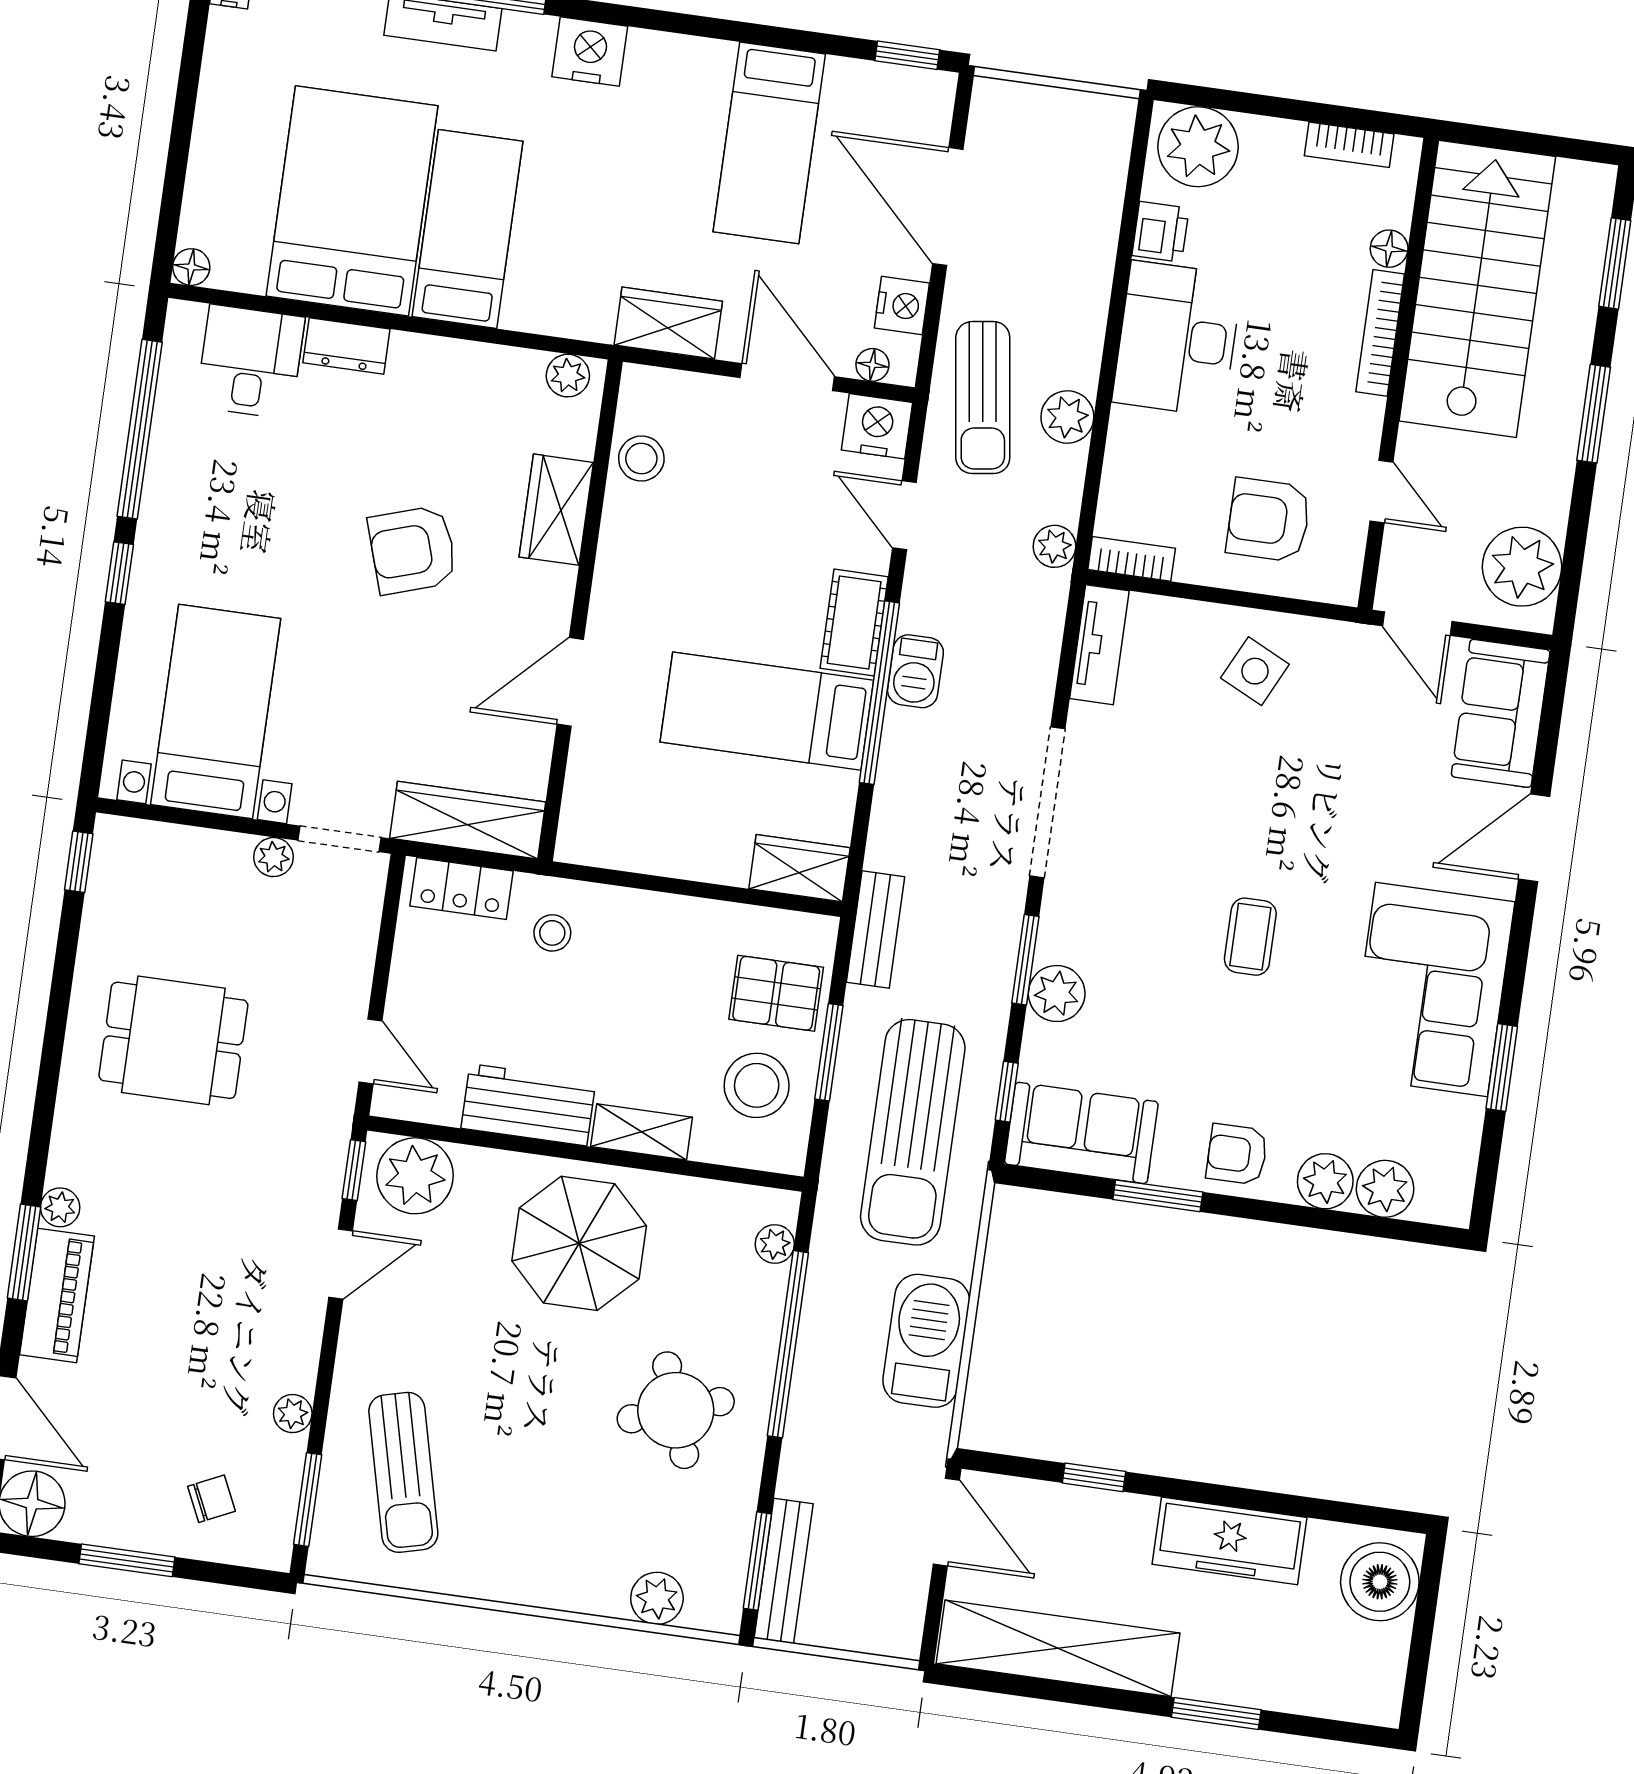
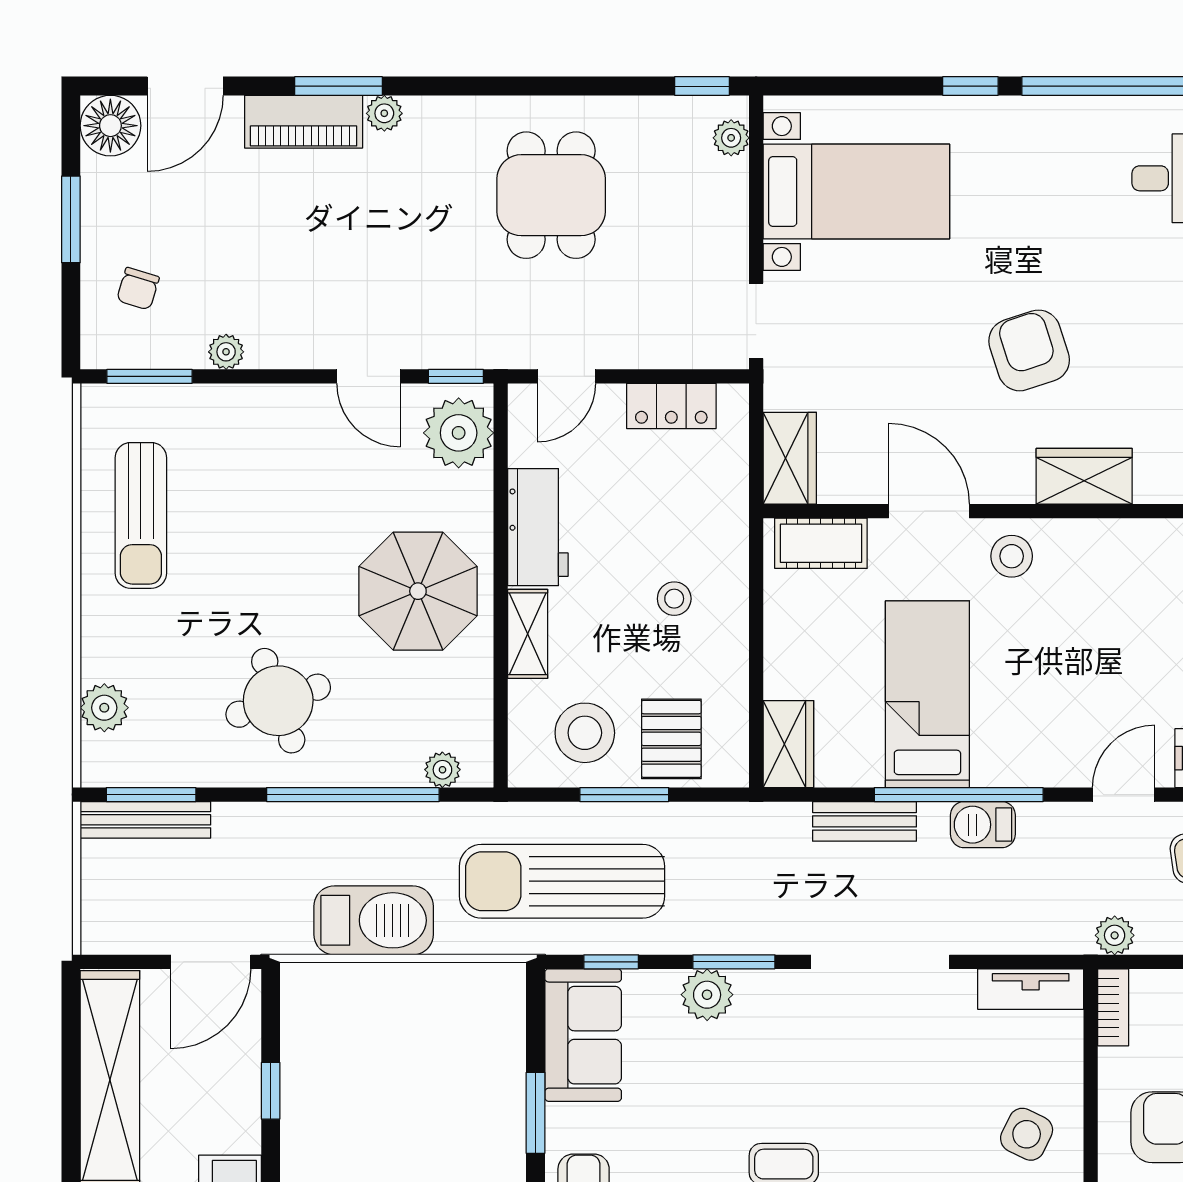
stool: (641, 459) -> (1012, 556), moved
cot: (854, 623) -> (821, 543), moved
wardrobe: (468, 820) -> (790, 458), width x0.67
plant: (274, 857) -> (731, 138), moved
locker: (462, 888) -> (671, 406), moved, turned -90
bench: (876, 930) -> (864, 821), moved
stool: (552, 933) -> (674, 599), moved
sun lounger: (403, 1472) -> (141, 515), moved, turned -76
chair: (212, 1499) -> (138, 289), turned 42

